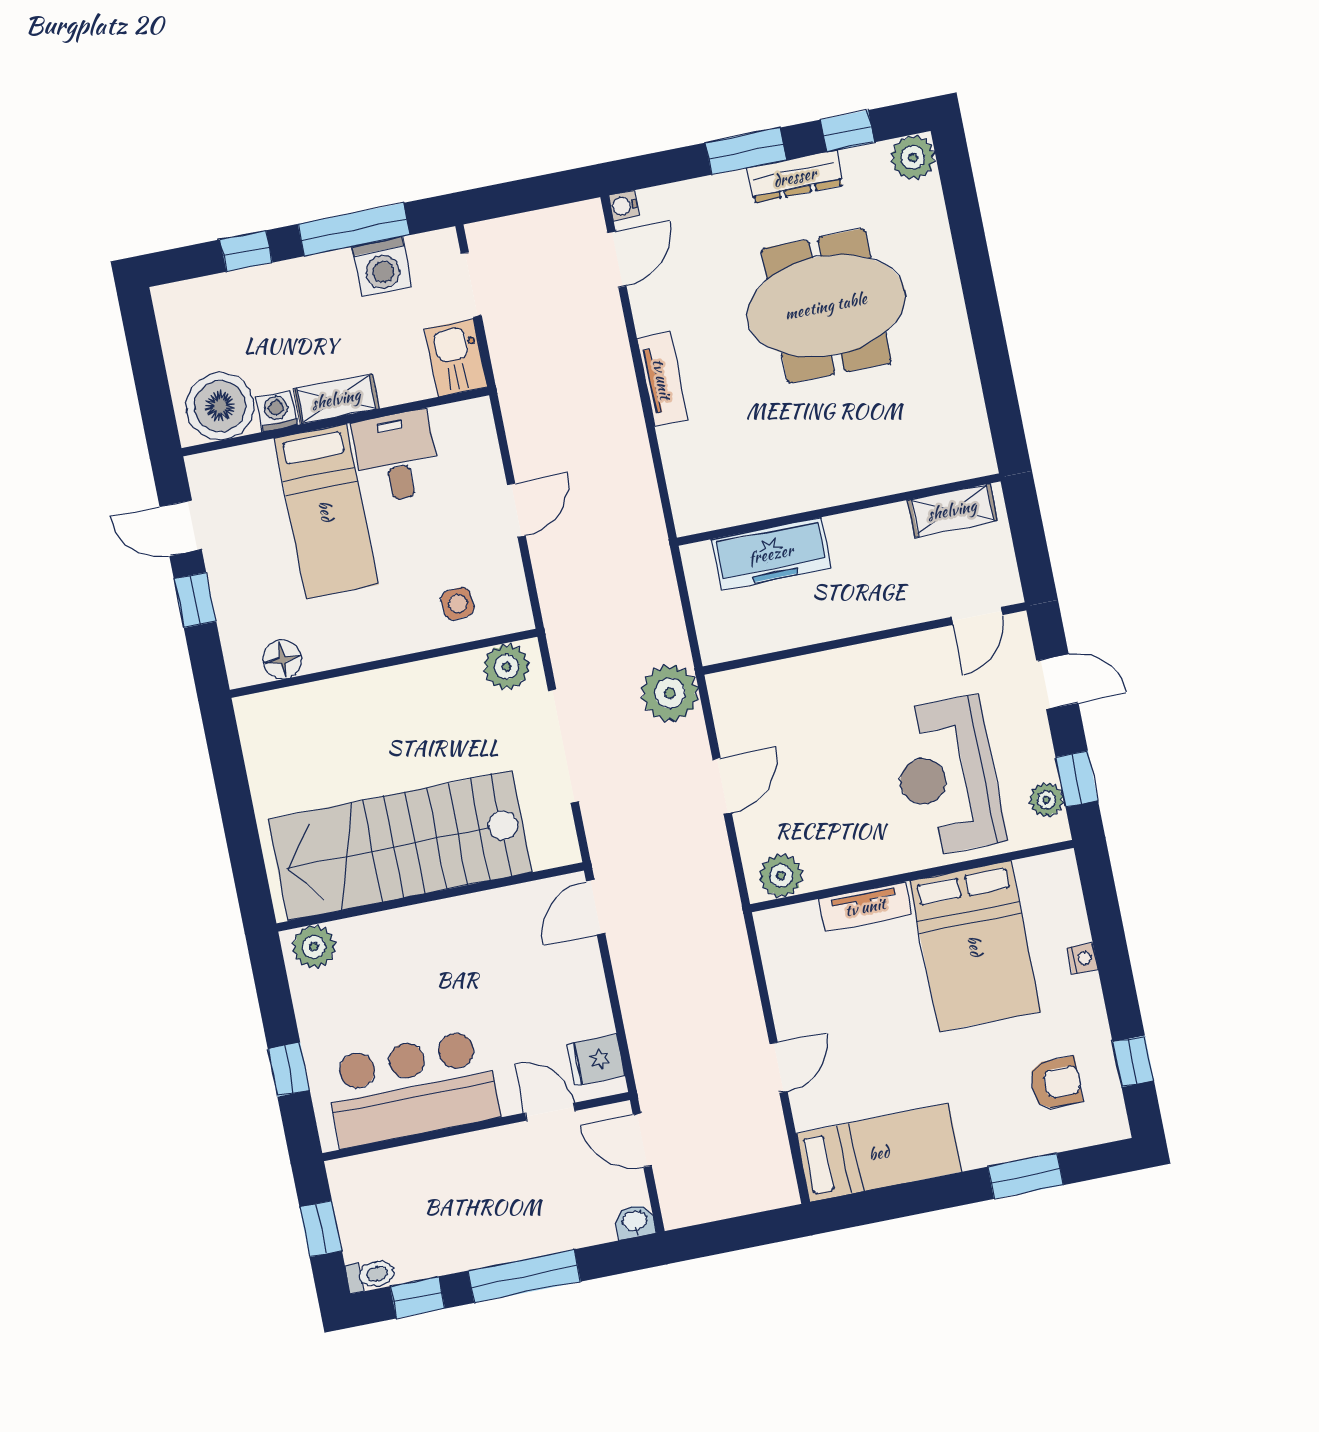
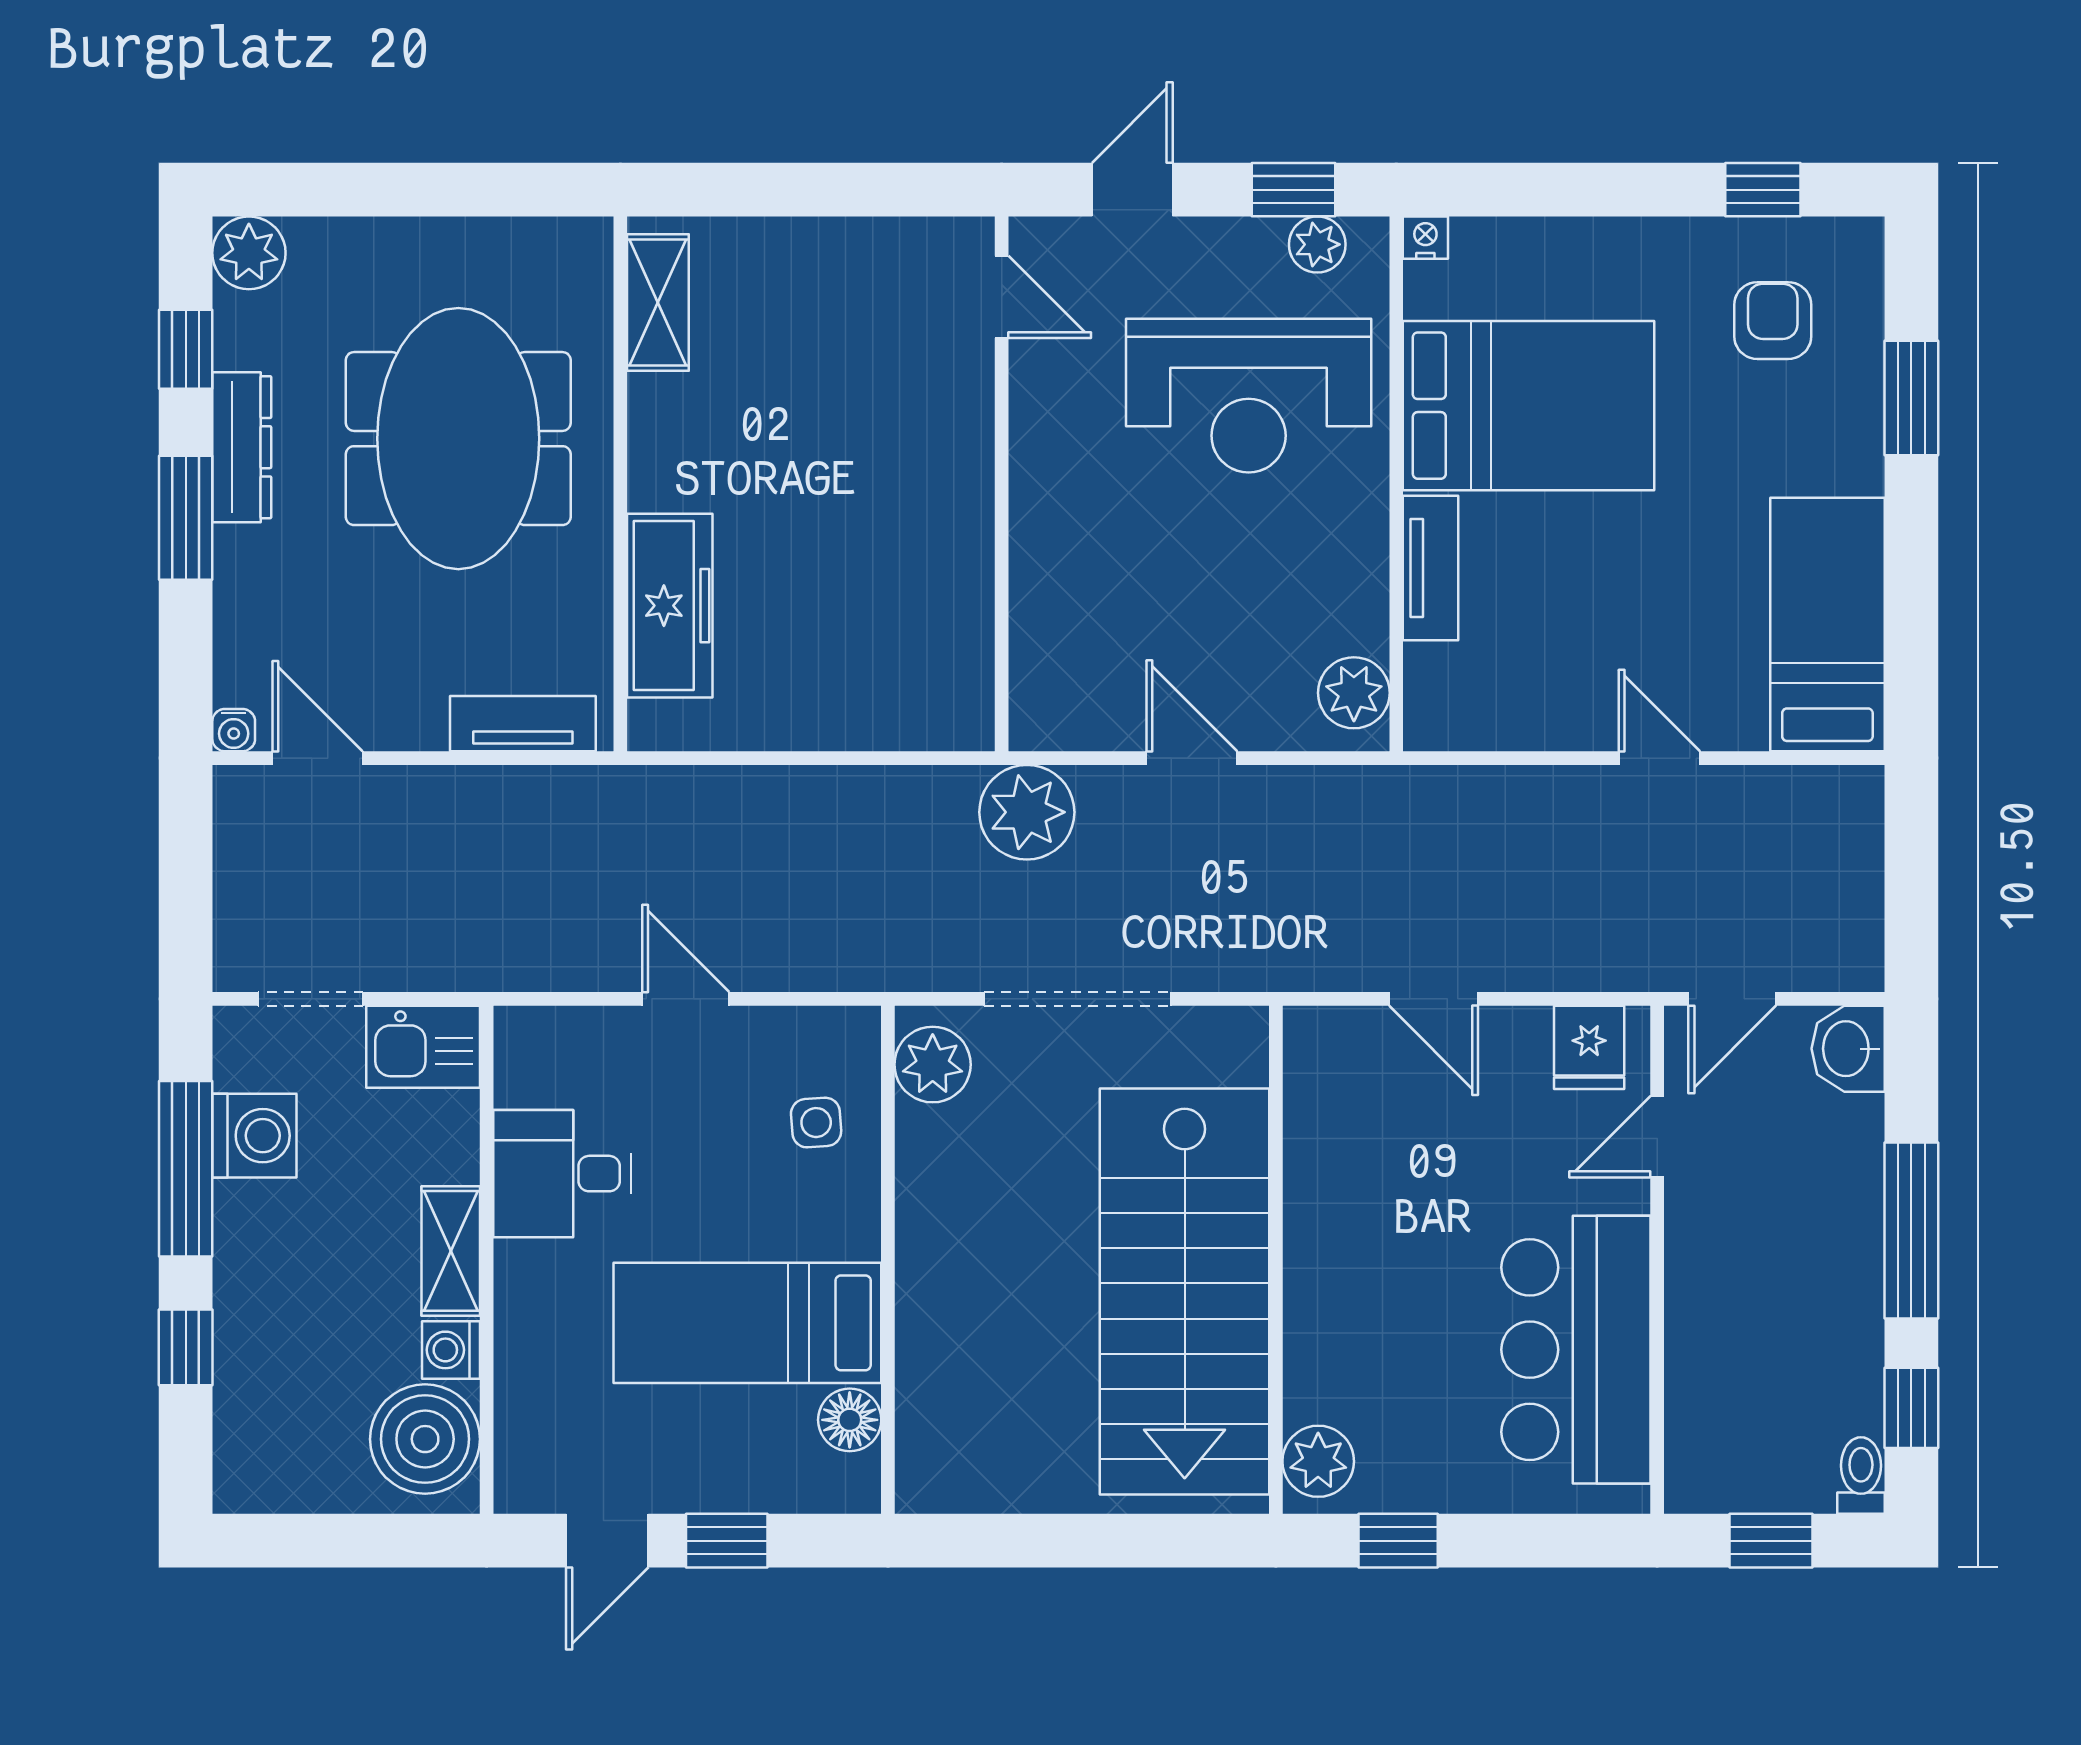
wall: (839, 510) -> (620, 484), moved
shelving: (952, 510) -> (658, 303), moved
bed: (326, 511) -> (747, 1323), moved, turned 180
freezer: (771, 554) -> (670, 606), moved
door: (596, 907) -> (1434, 999), moved
nightstand: (1083, 958) -> (1425, 238), moved
window: (289, 1070) -> (1398, 1541), moved
washbasin: (635, 1221) -> (1848, 1049), width x1.38, depth x1.45

